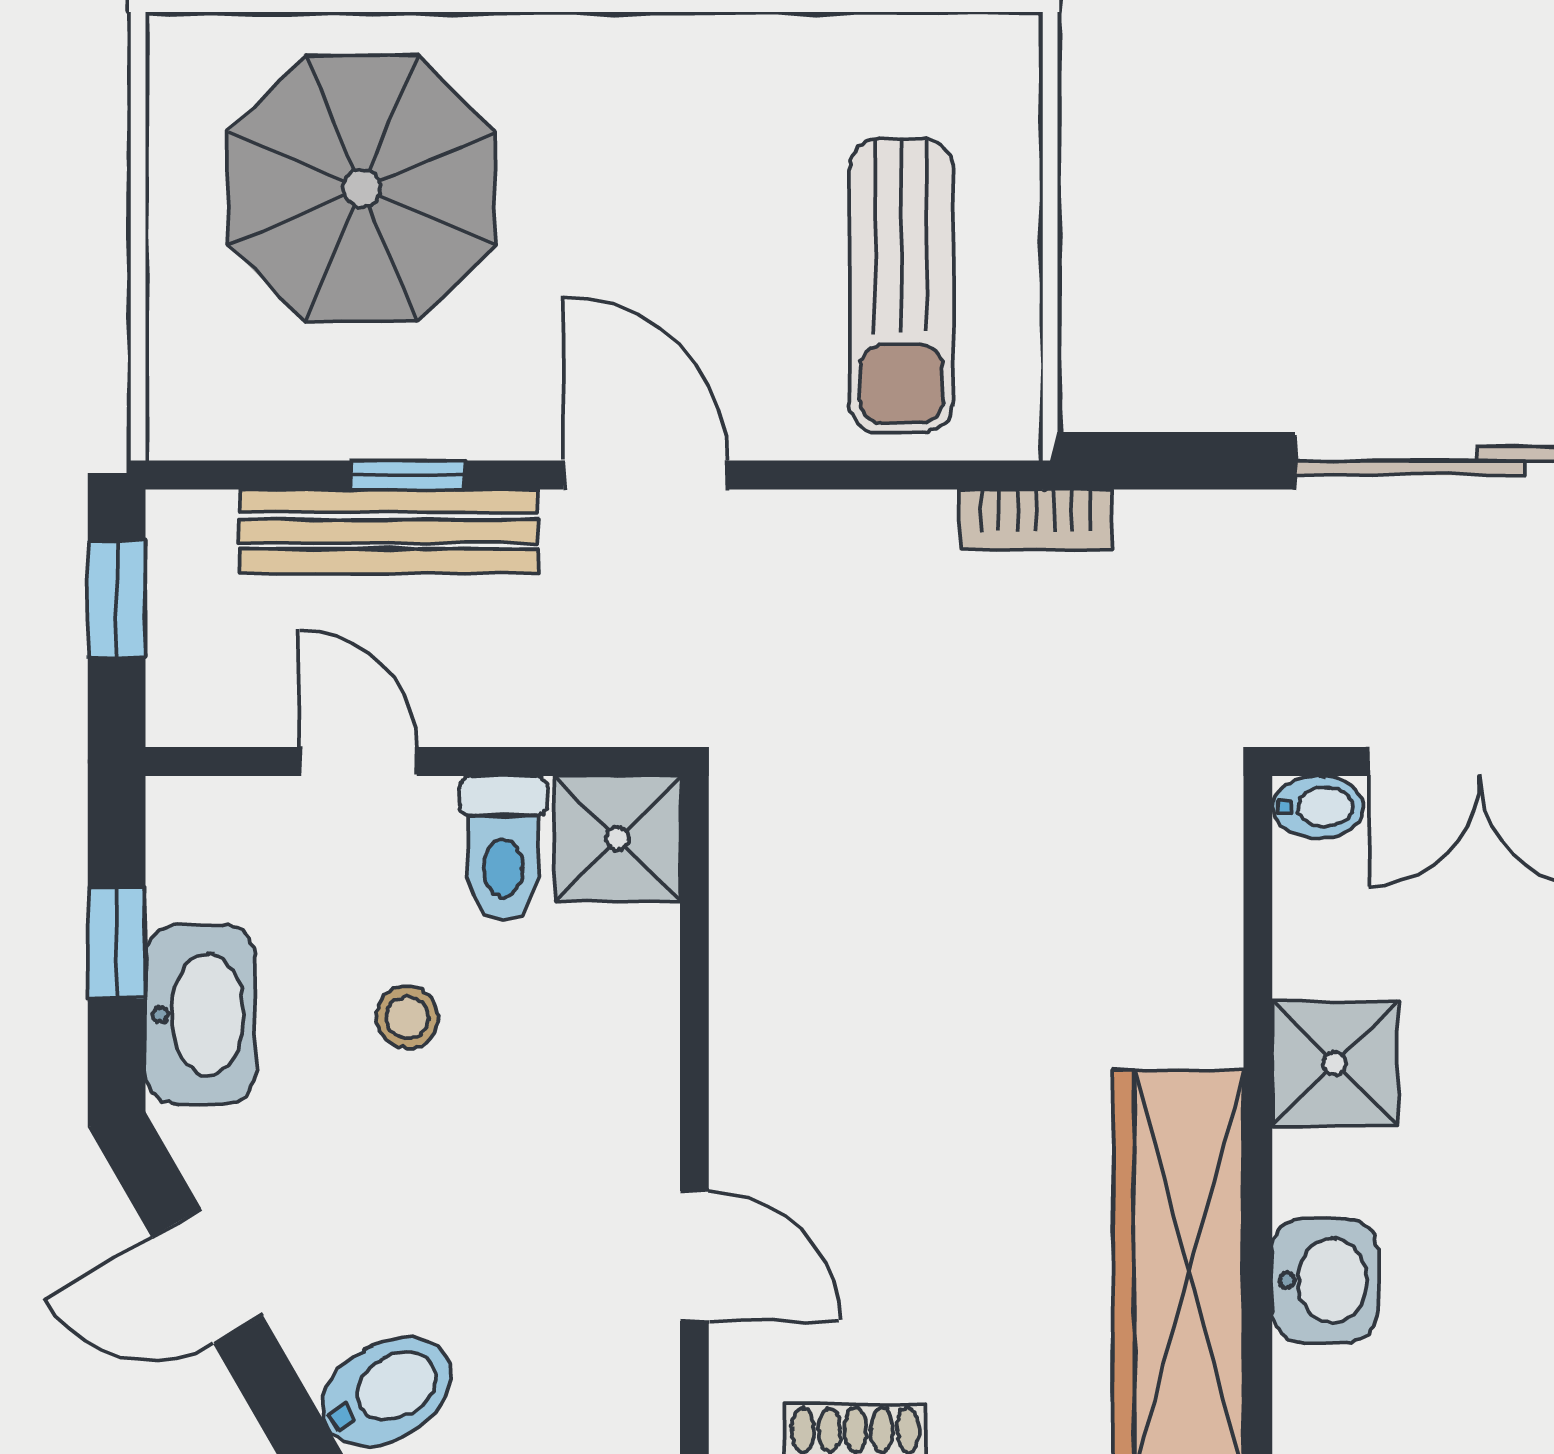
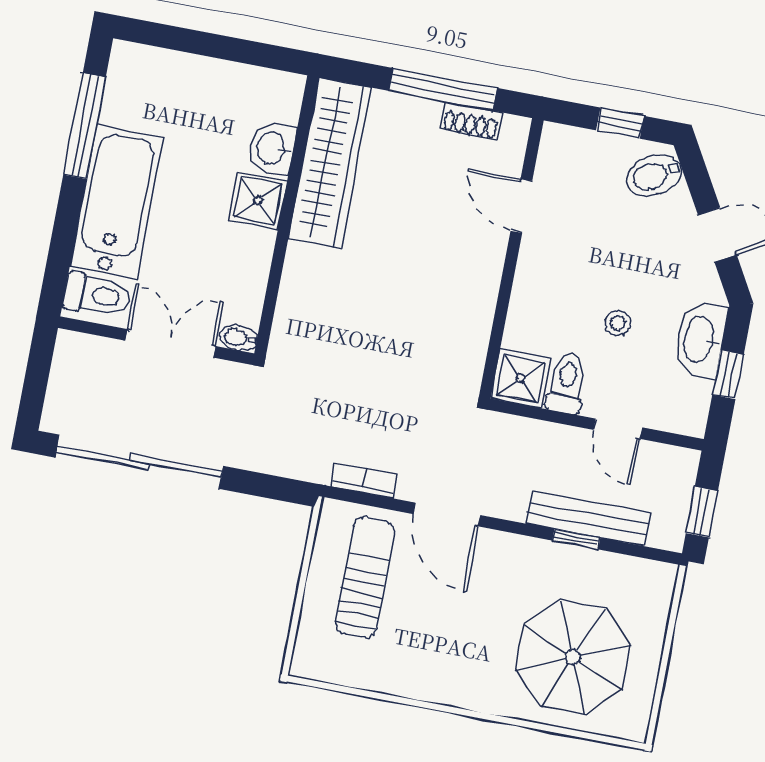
door: (645, 475) -> (447, 515), moved
bookcase: (1036, 520) -> (364, 480), moved
shower: (1335, 1064) -> (258, 200), moved

